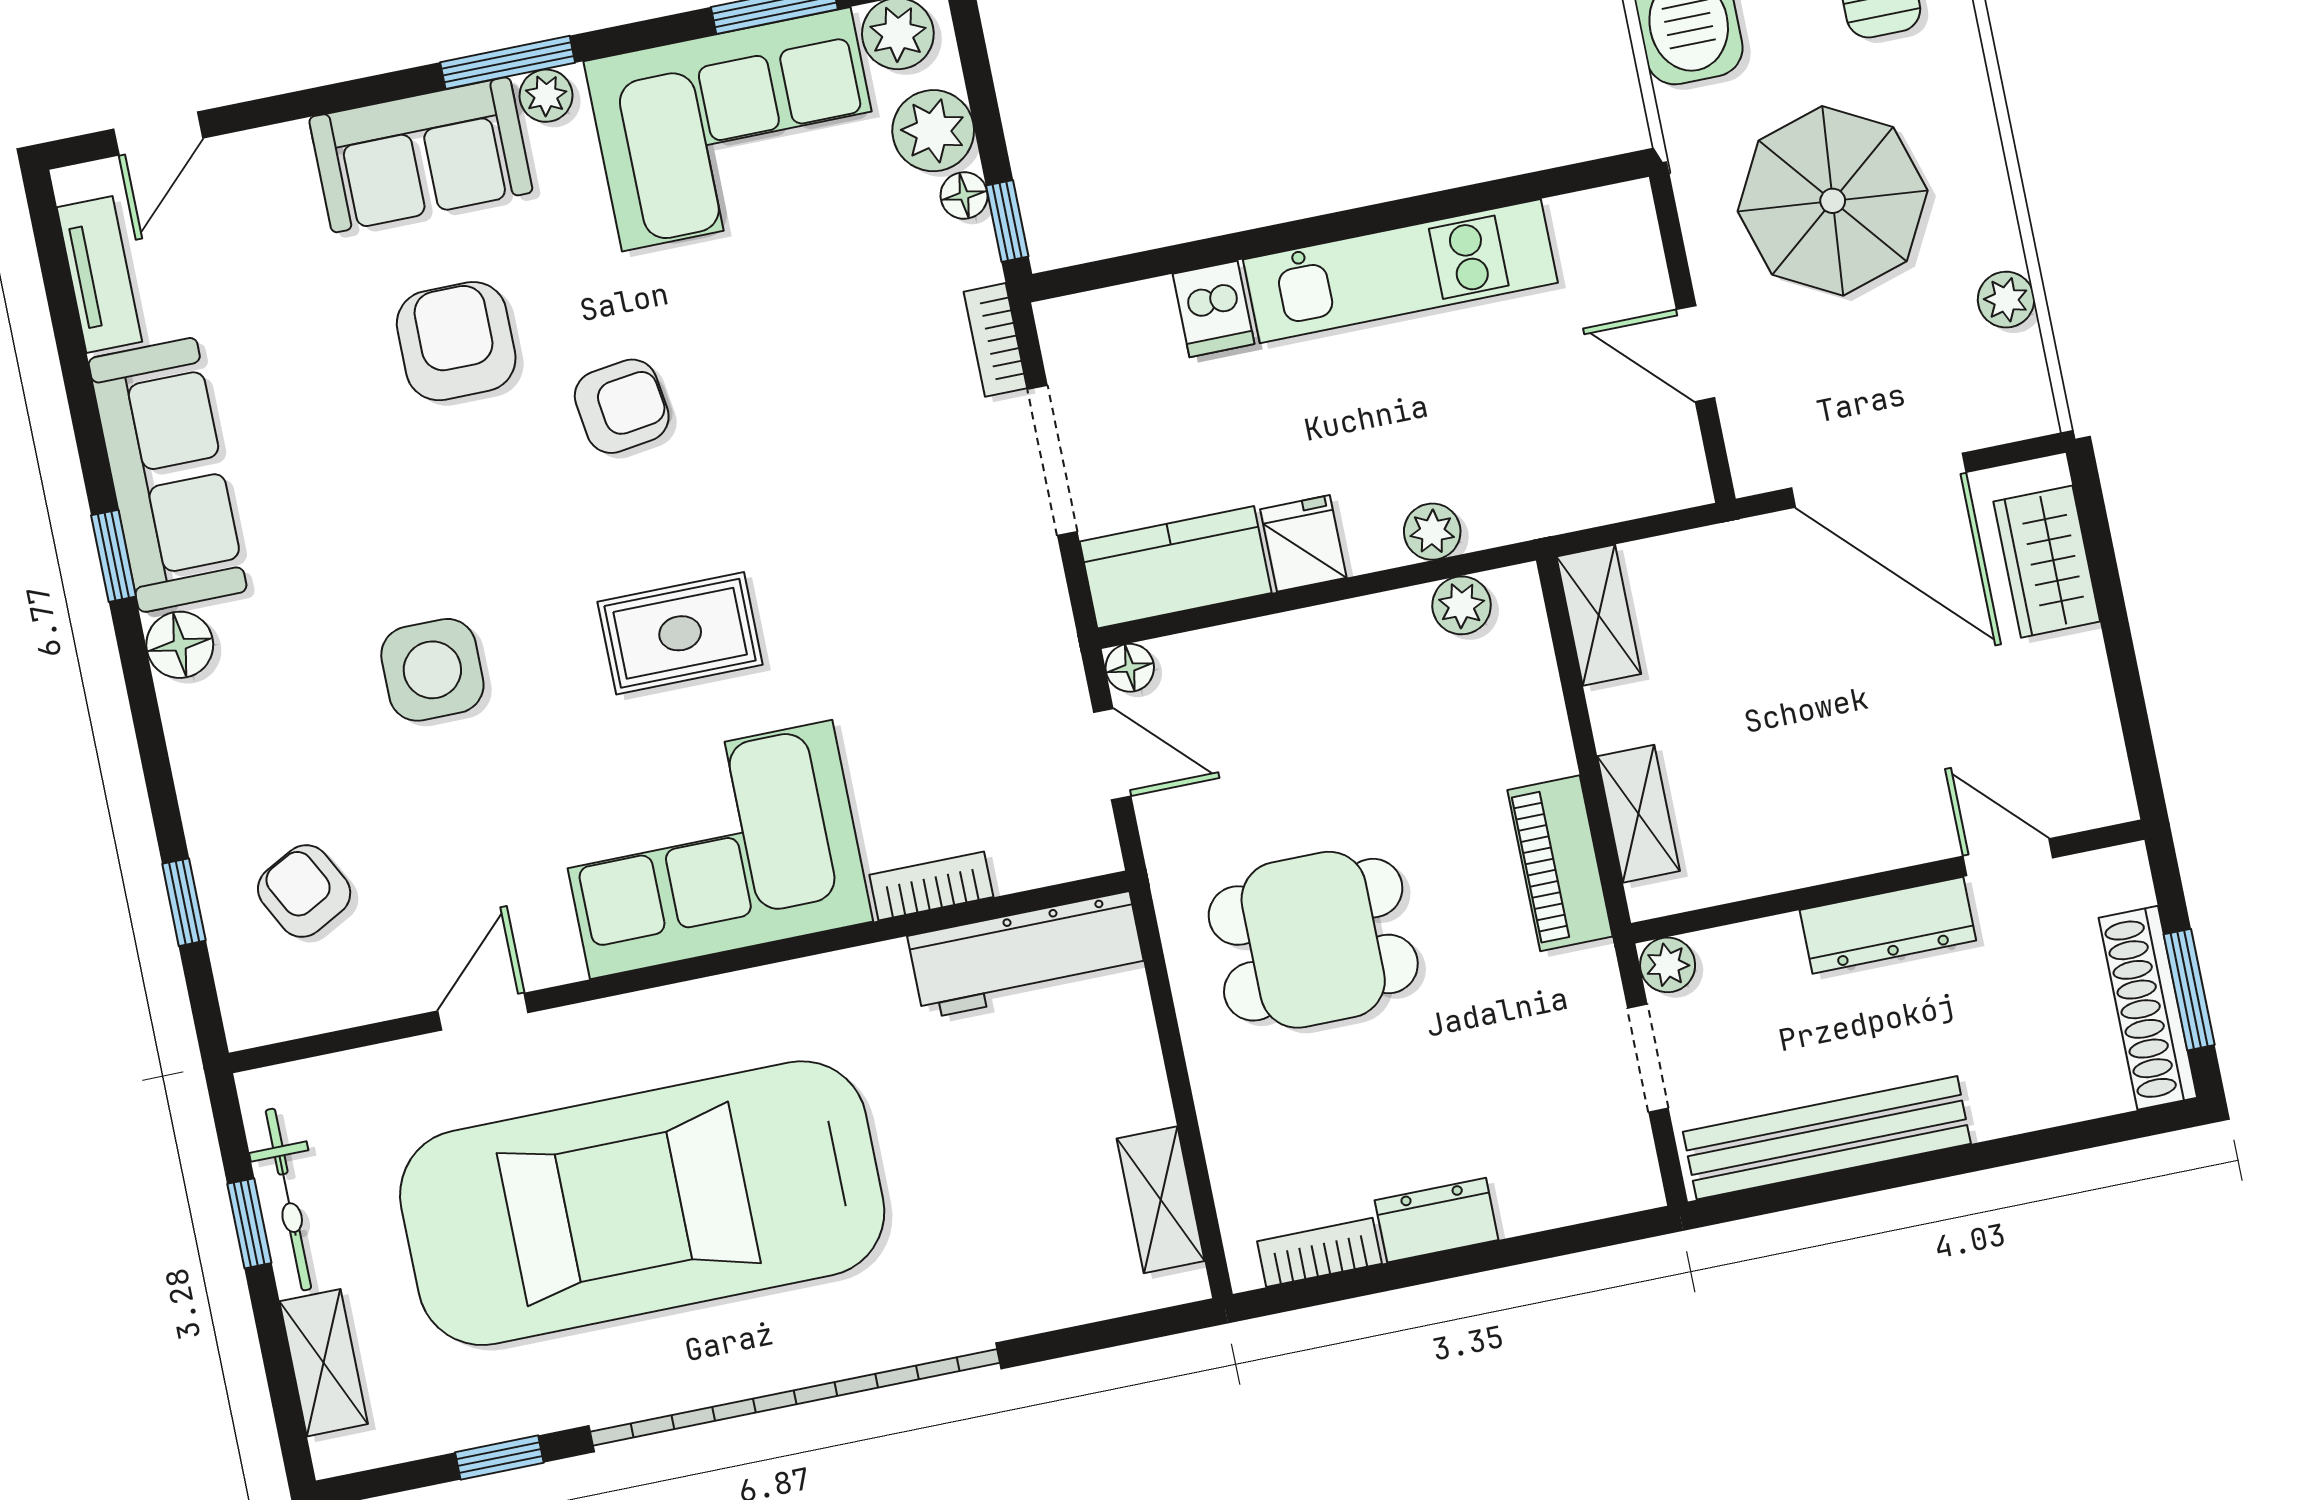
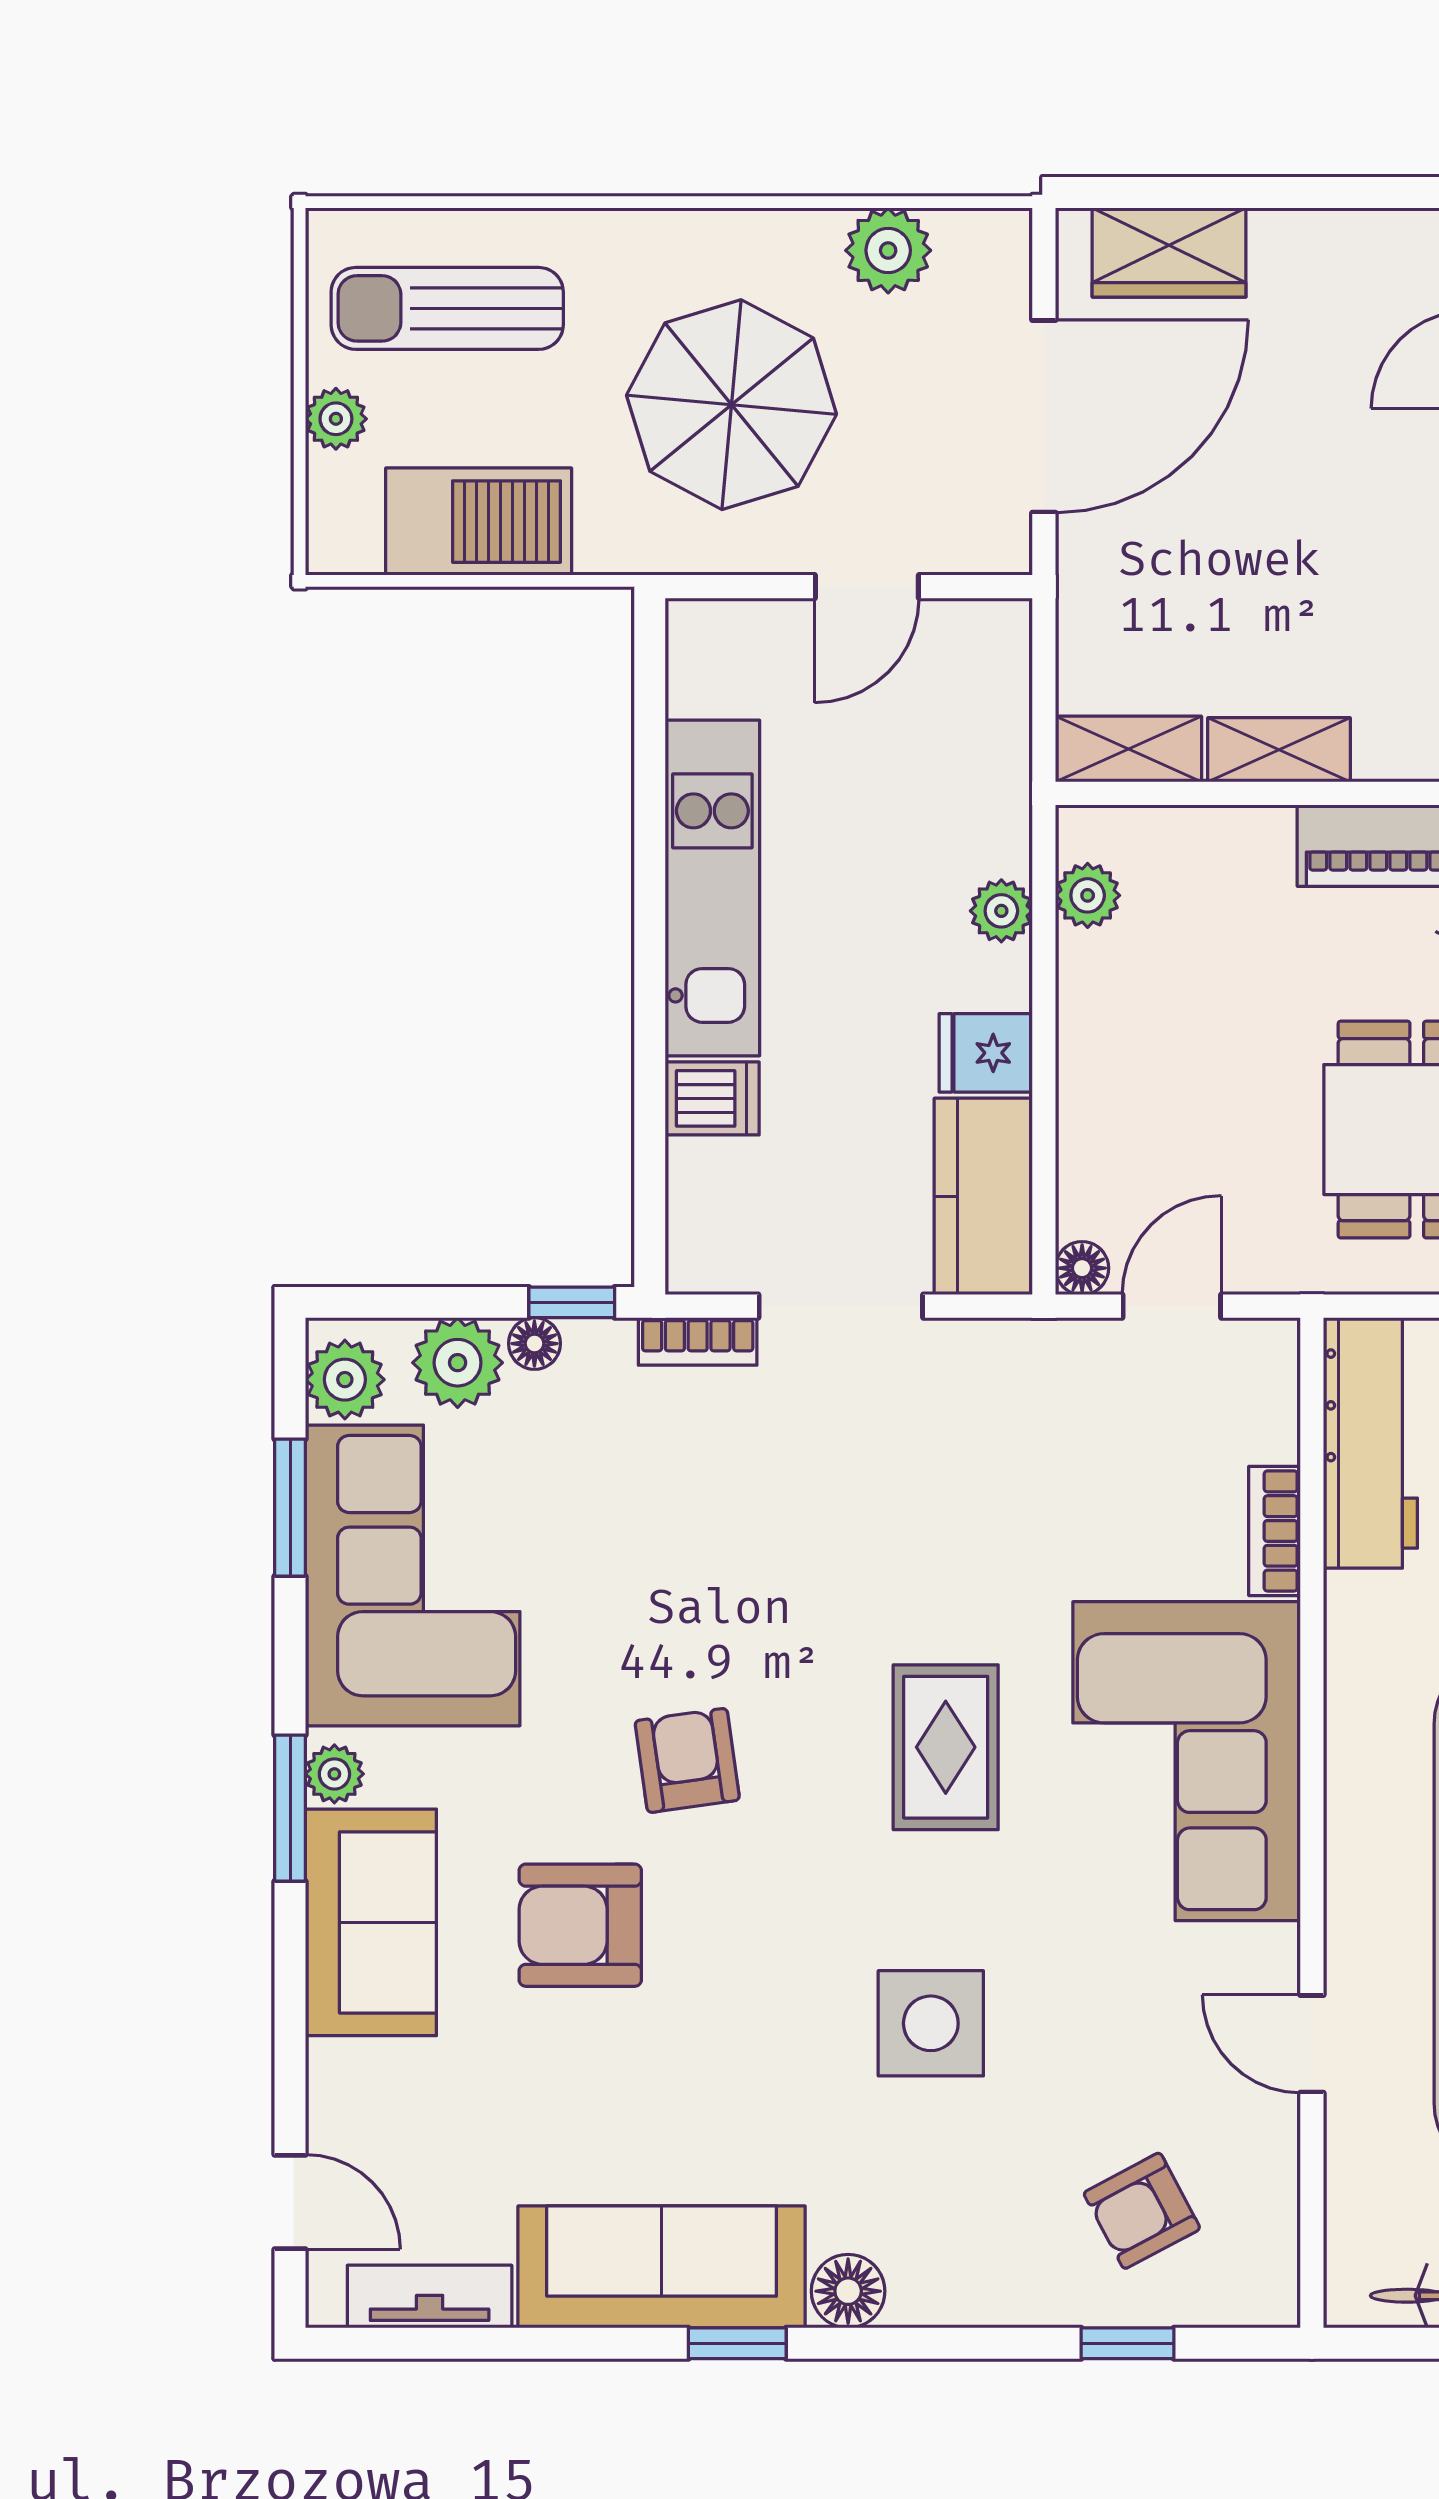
plant: (2006, 300) -> (888, 250), width x1.38, depth x1.38
shelving: (1638, 814) -> (1279, 750), moved

